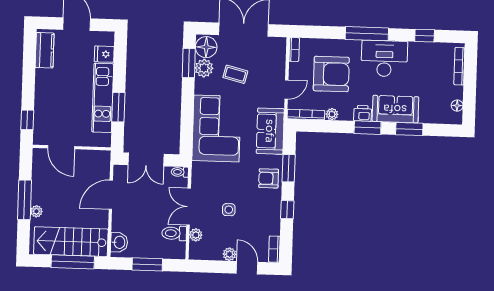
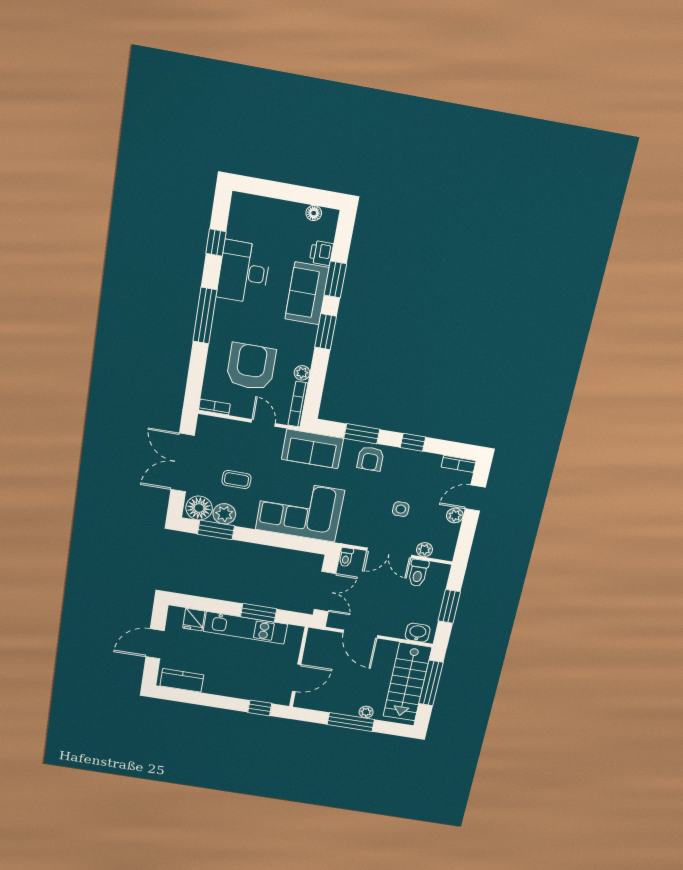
desk: (384, 58) -> (244, 272), moved
bookcase: (459, 66) -> (262, 203), removed
coffee table: (235, 74) -> (236, 480), turned 76
printer: (363, 113) -> (321, 253), moved

